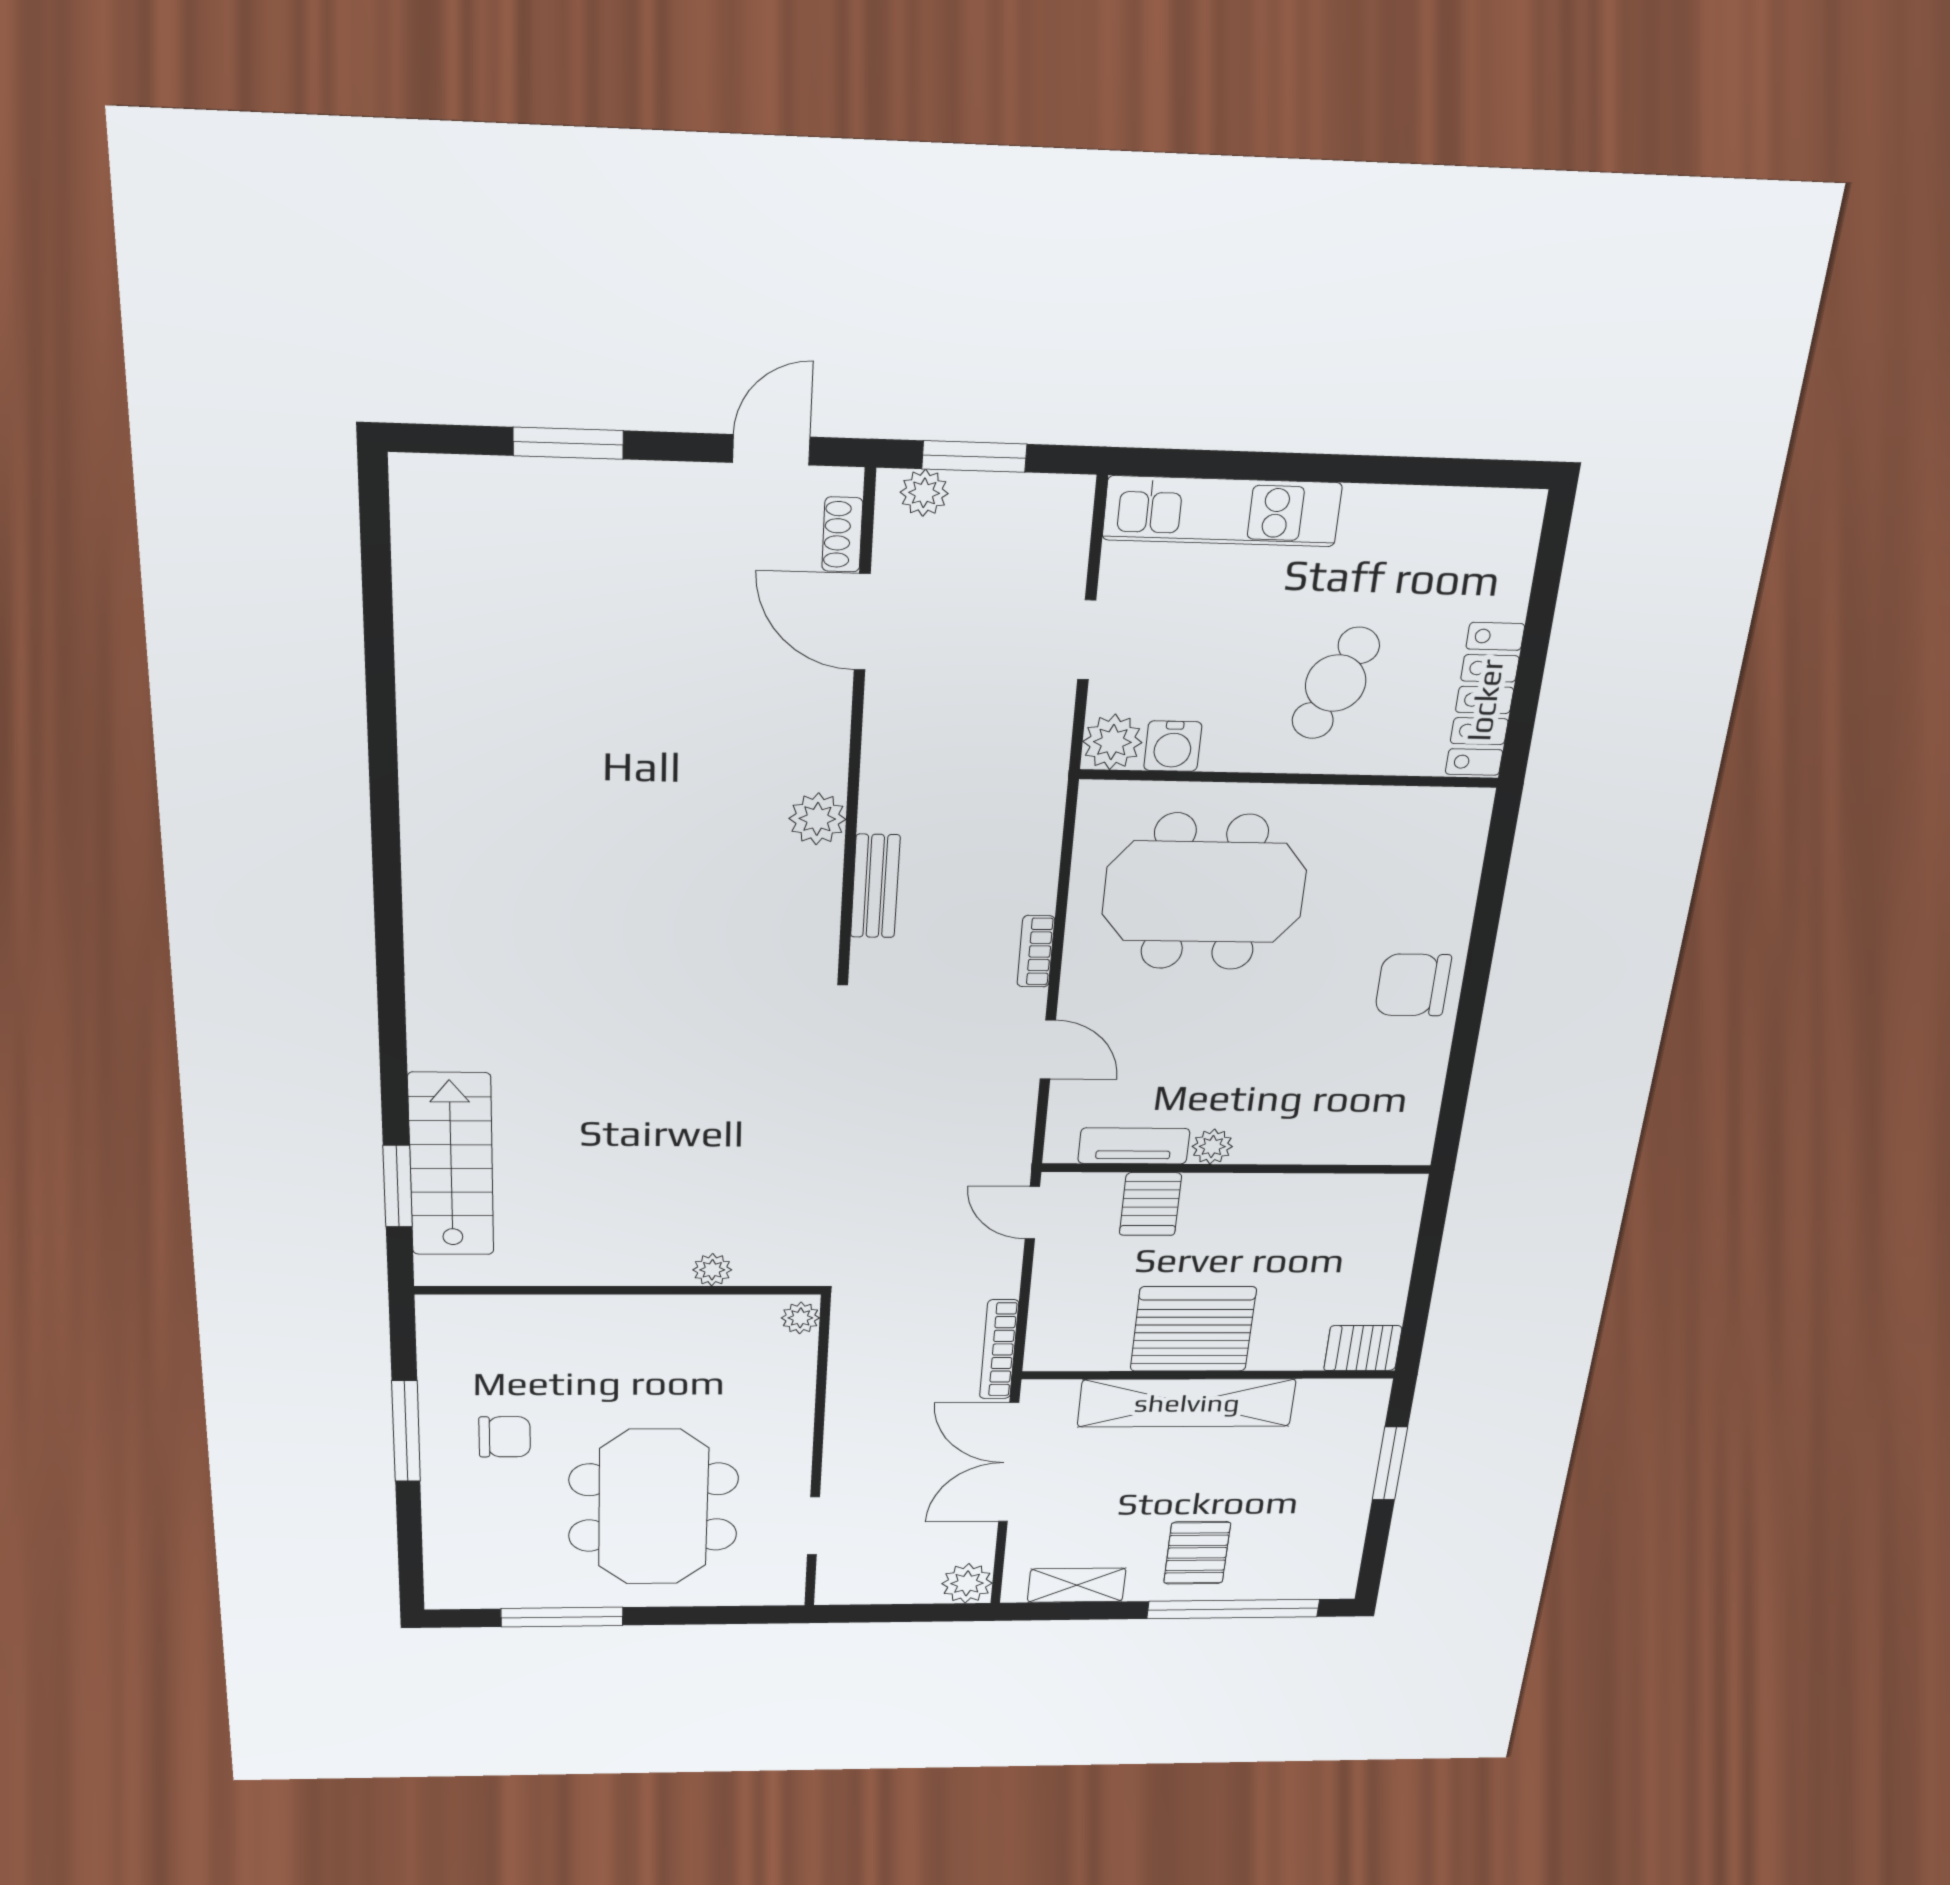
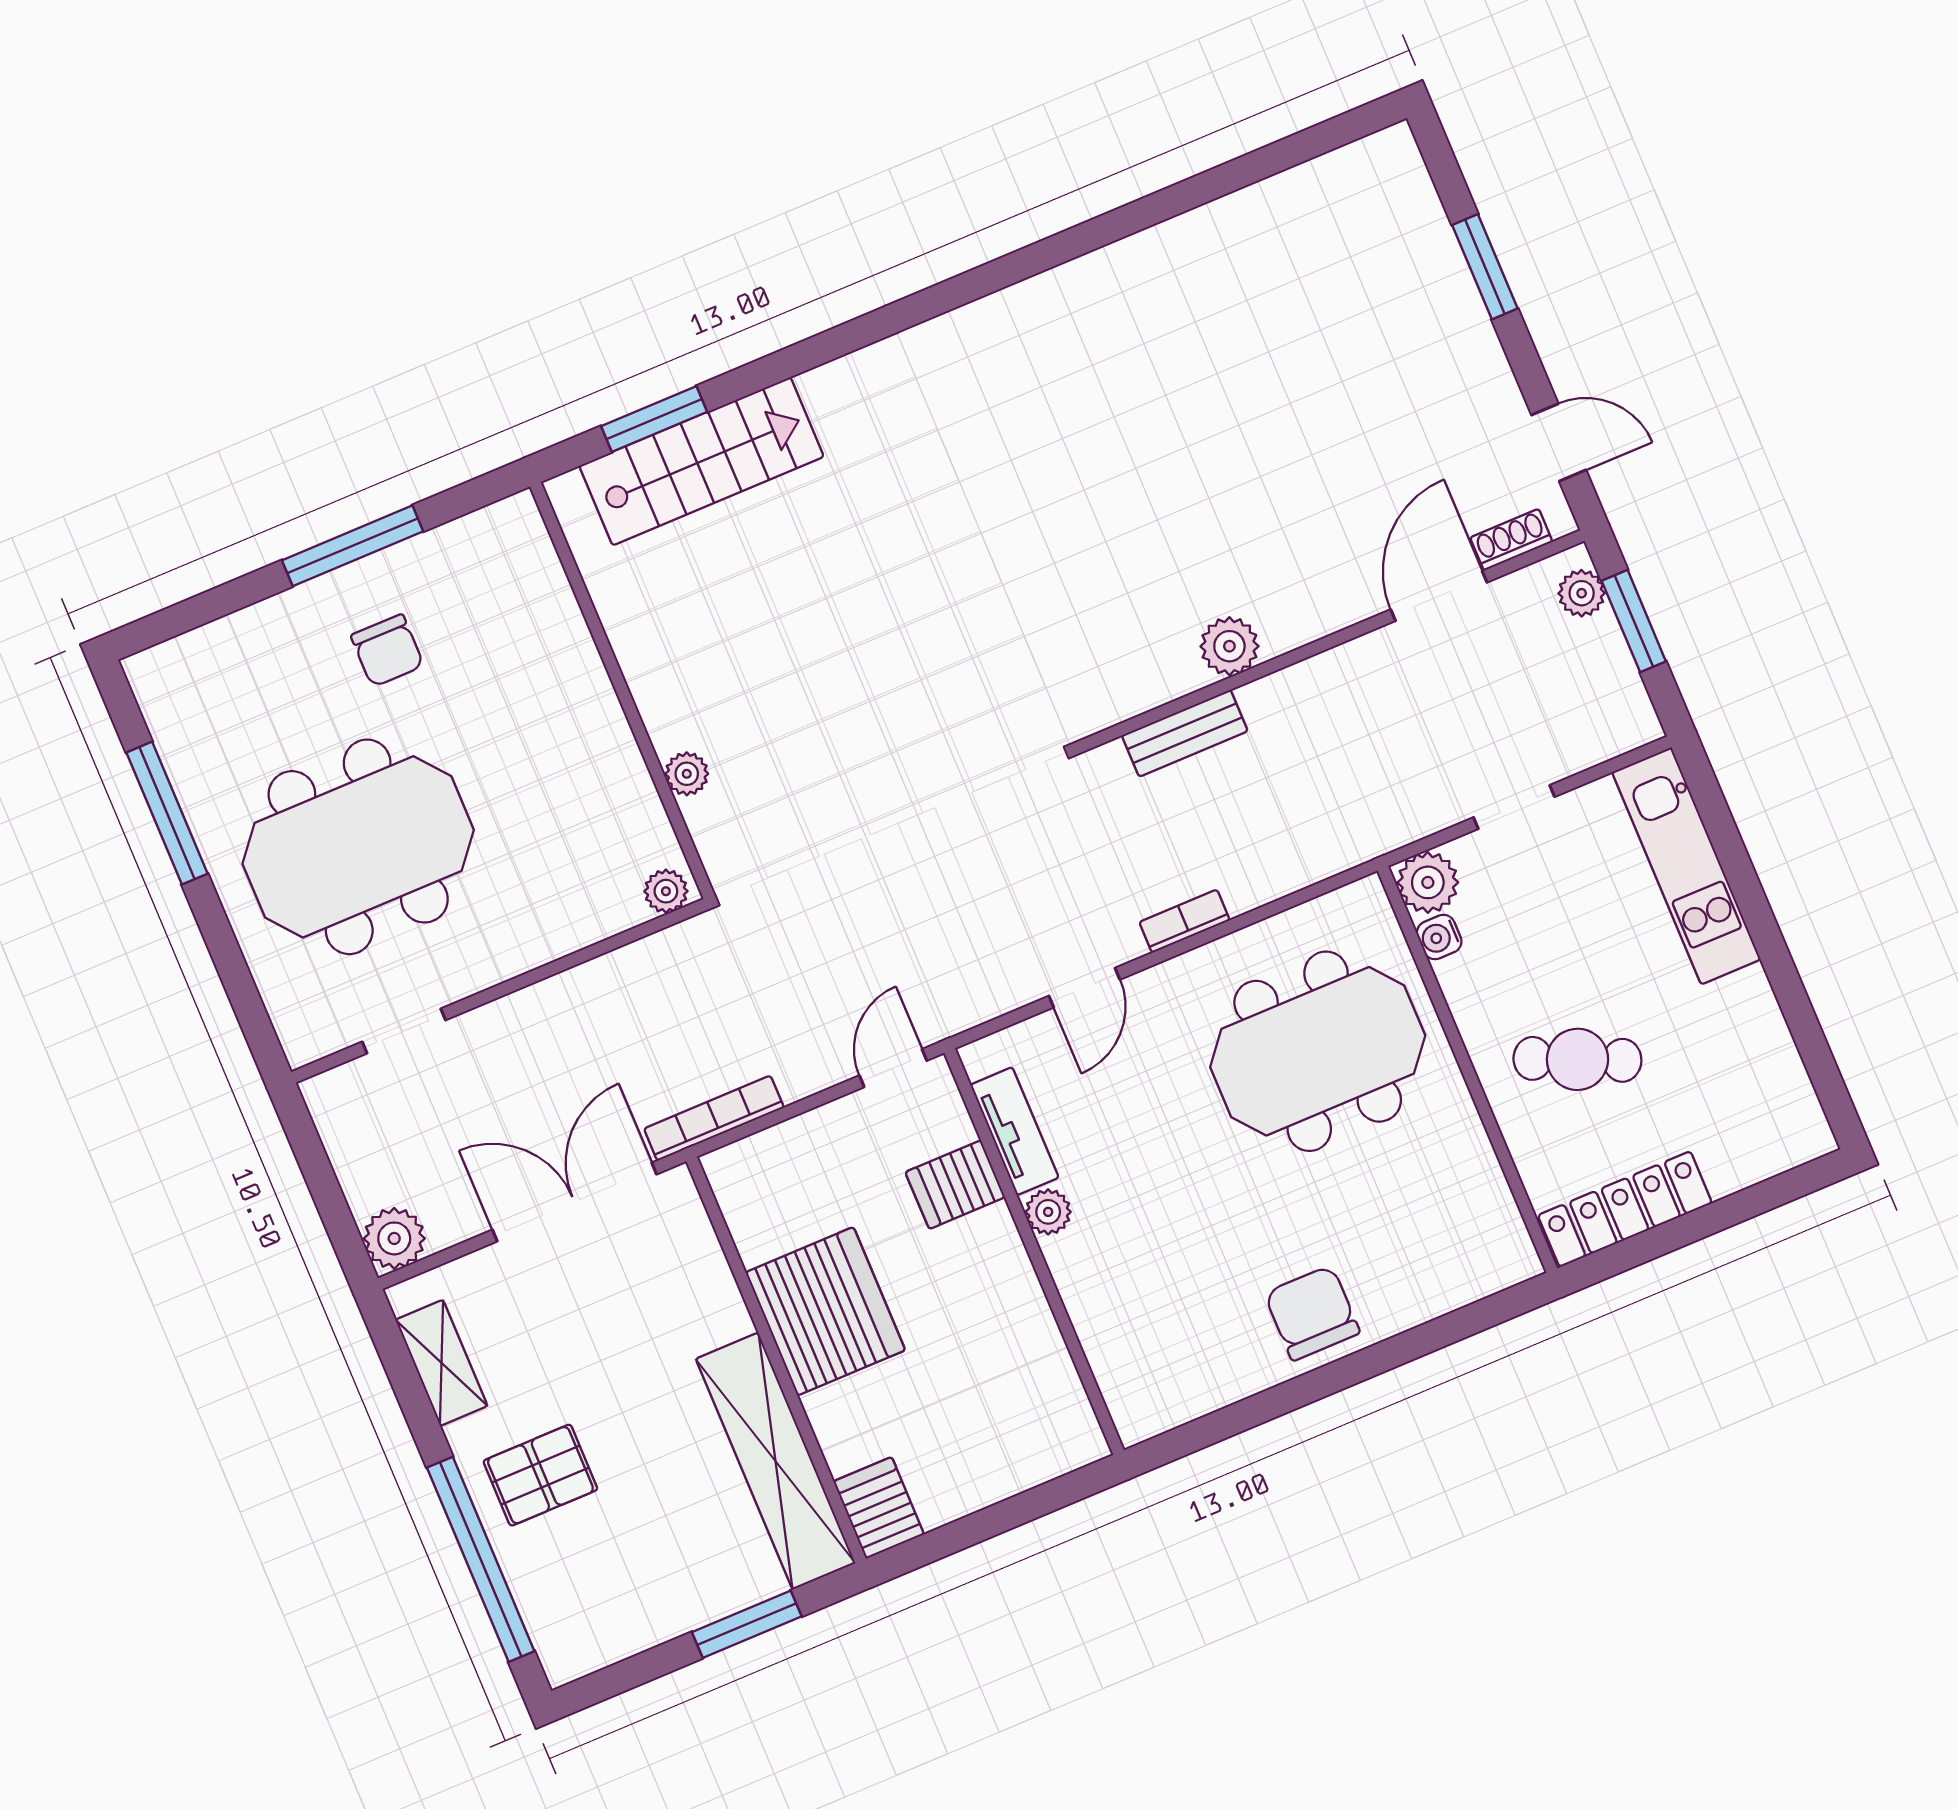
water cooler: (1173, 746) -> (1439, 937), width x0.72, depth x0.72
meeting table: (1204, 892) -> (1318, 1051), turned 90
shelving: (1187, 1403) -> (776, 1461), moved

